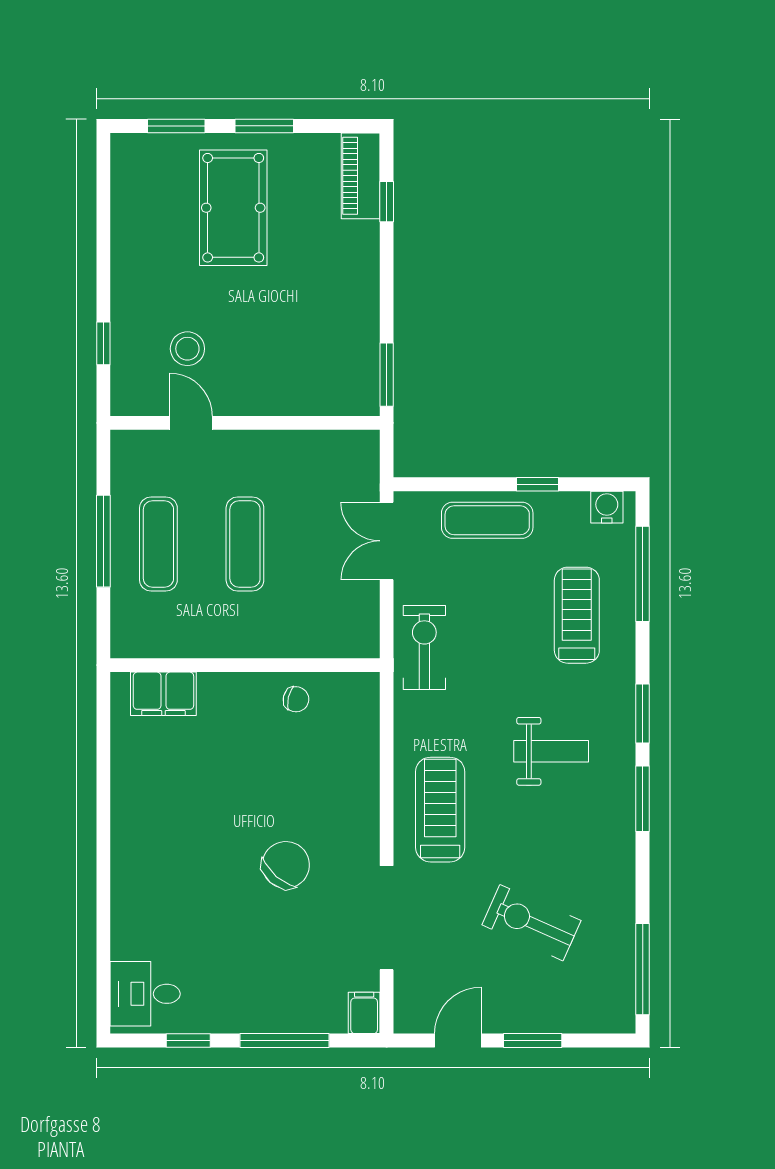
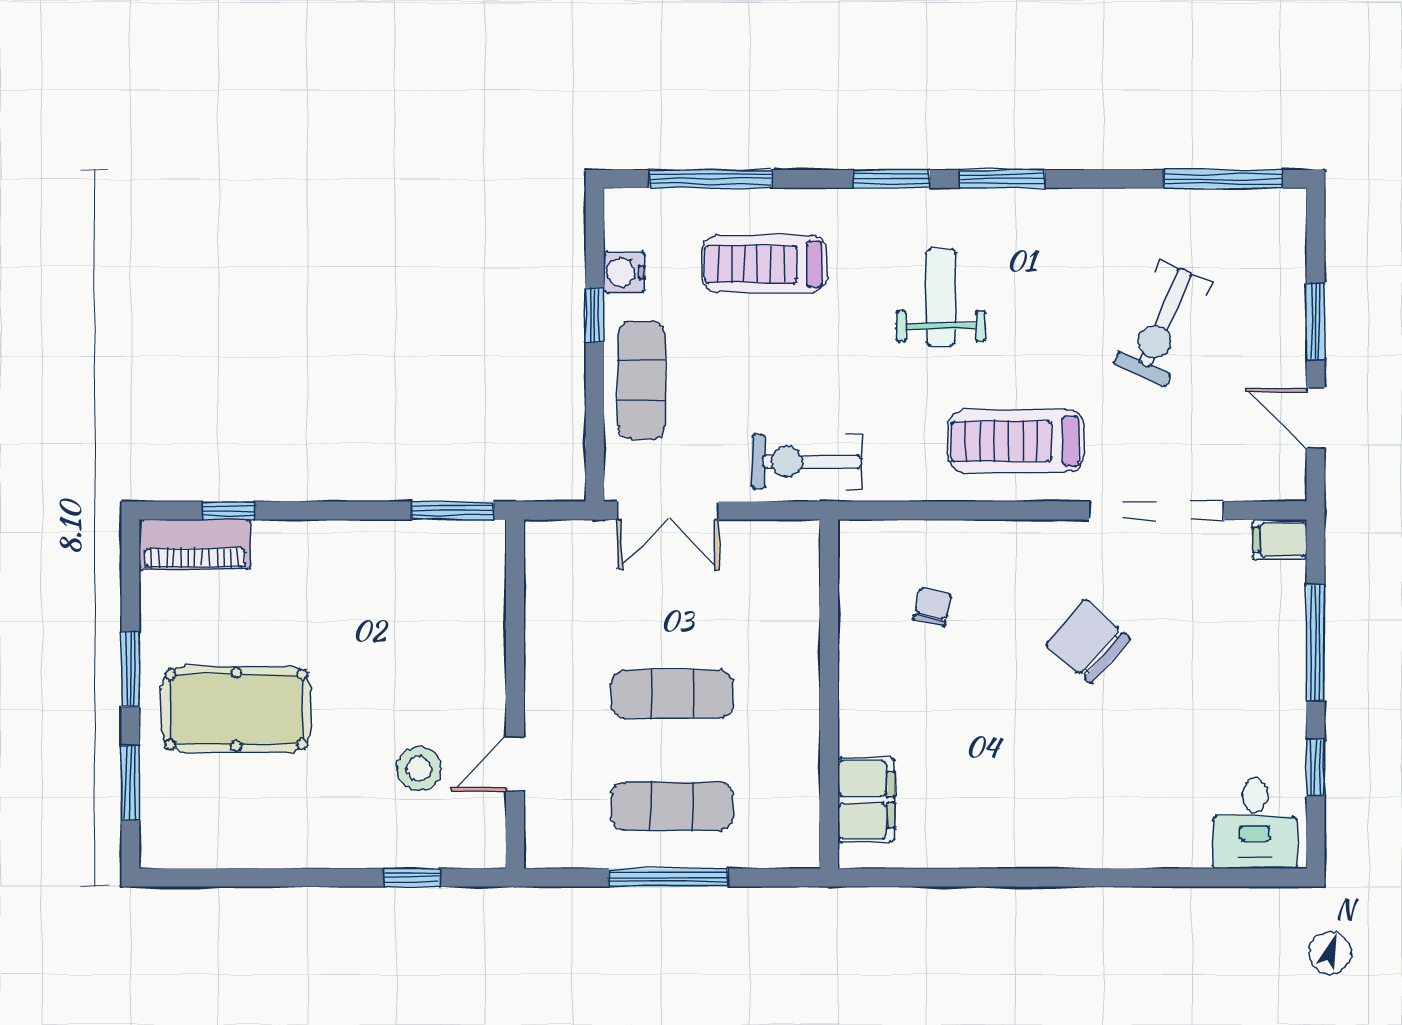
water cooler: (607, 507) -> (624, 272), moved
chair: (296, 699) -> (932, 607), moved

